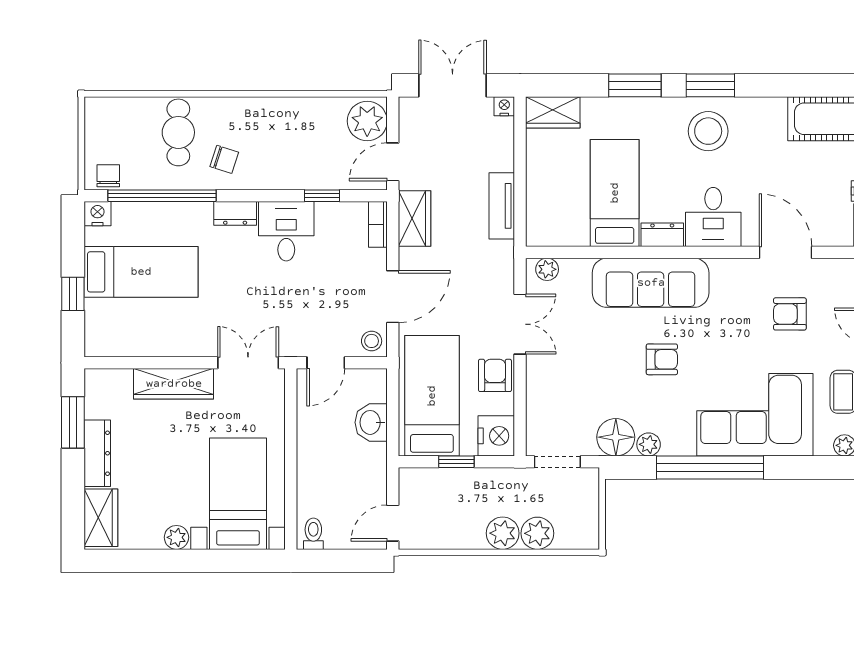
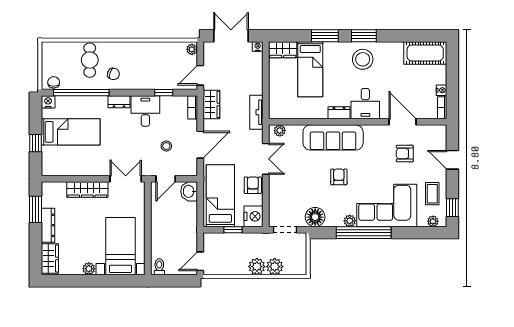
plant: (367, 121) -> (192, 49), width x0.53, depth x0.53
bed: (615, 193) -> (310, 69), moved, turned 180
tv unit: (502, 206) -> (256, 112), moved
stool: (372, 341) -> (166, 146), moved
armchair: (662, 359) -> (339, 177), turned -90
washbasin: (371, 422) -> (189, 191), moved
plant: (649, 444) -> (350, 221), moved

